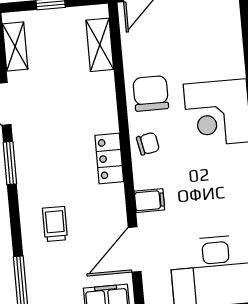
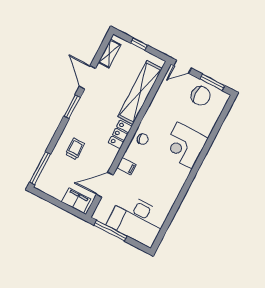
shelving: (100, 45) -> (140, 92), width x2.20, depth x1.33
chair: (151, 93) -> (201, 96), moved, turned 90

